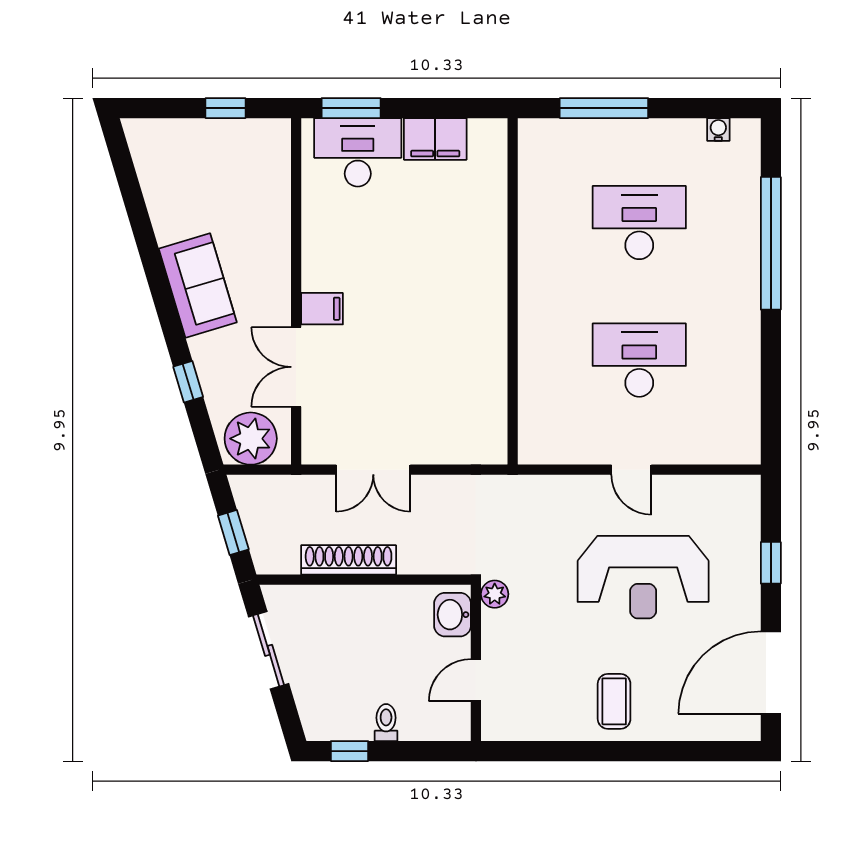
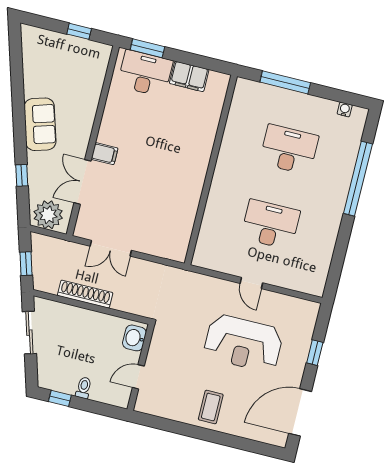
plant: (495, 594) -> (160, 332), removed

